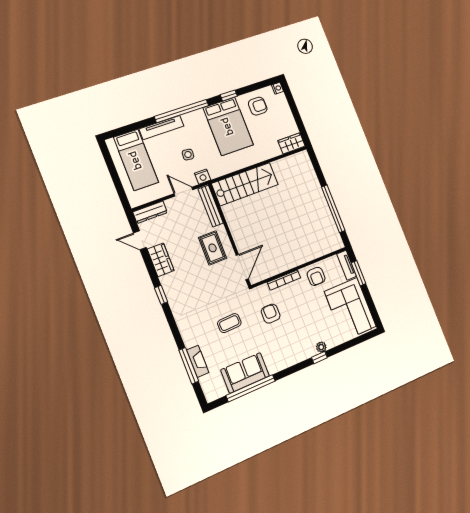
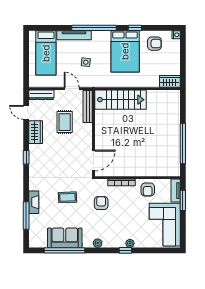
nightstand: (203, 177) -> (90, 83), removed
rug: (213, 248) -> (65, 122), moved
fireplace: (198, 361) -> (34, 202), moved
plant: (285, 363) -> (98, 243), added

